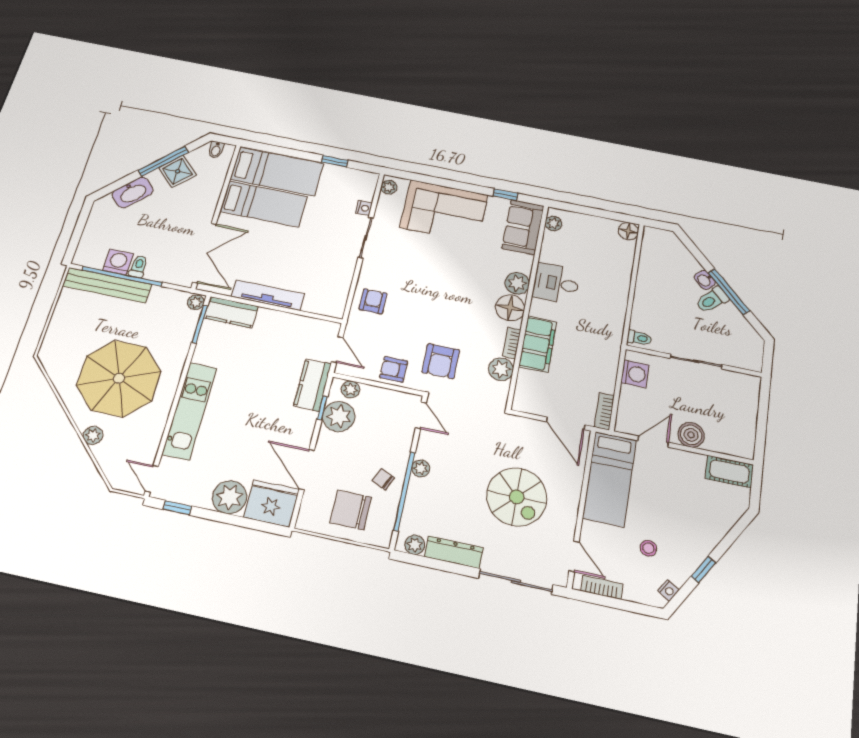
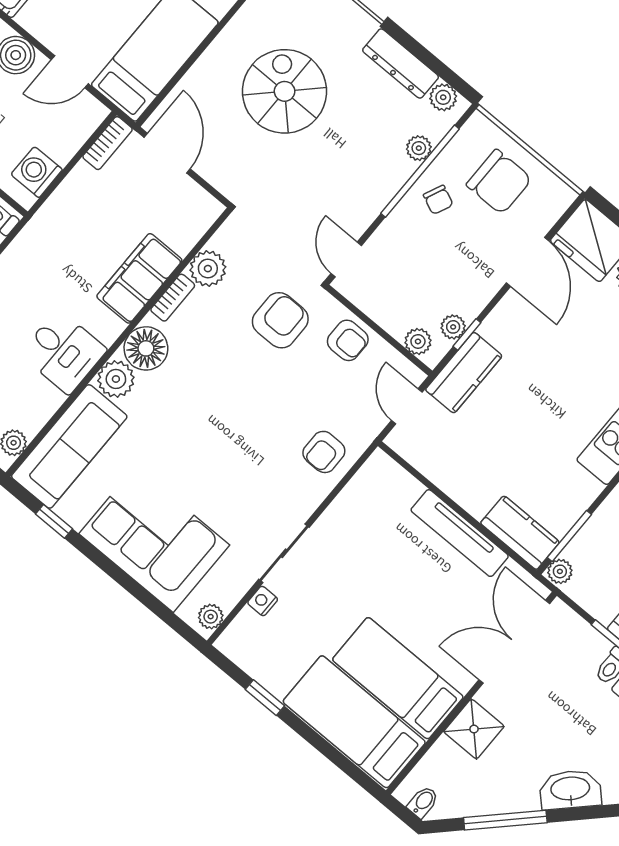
shower: (177, 171) -> (474, 729), moved, turned 45
sofa: (523, 227) -> (69, 446), width x1.36
plant: (339, 417) -> (453, 327), width x0.53, depth x0.53
plant: (421, 468) -> (419, 148), moved

